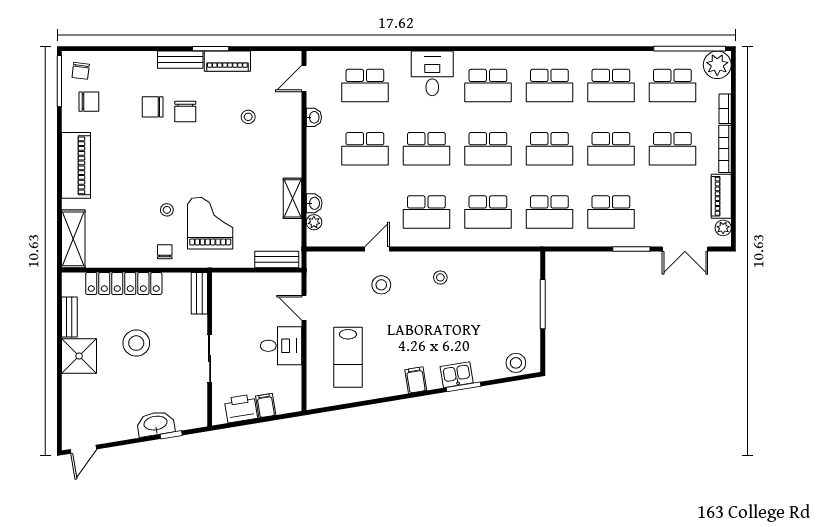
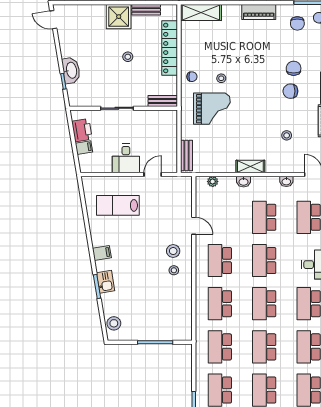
piano: (76, 165) -> (259, 12), width x0.73, depth x0.75
shelving: (293, 198) -> (250, 167), moved
washbasin: (314, 203) -> (244, 182), moved
stool: (381, 285) -> (173, 251), moved
stool: (136, 343) -> (128, 57), width x0.53, depth x0.53

